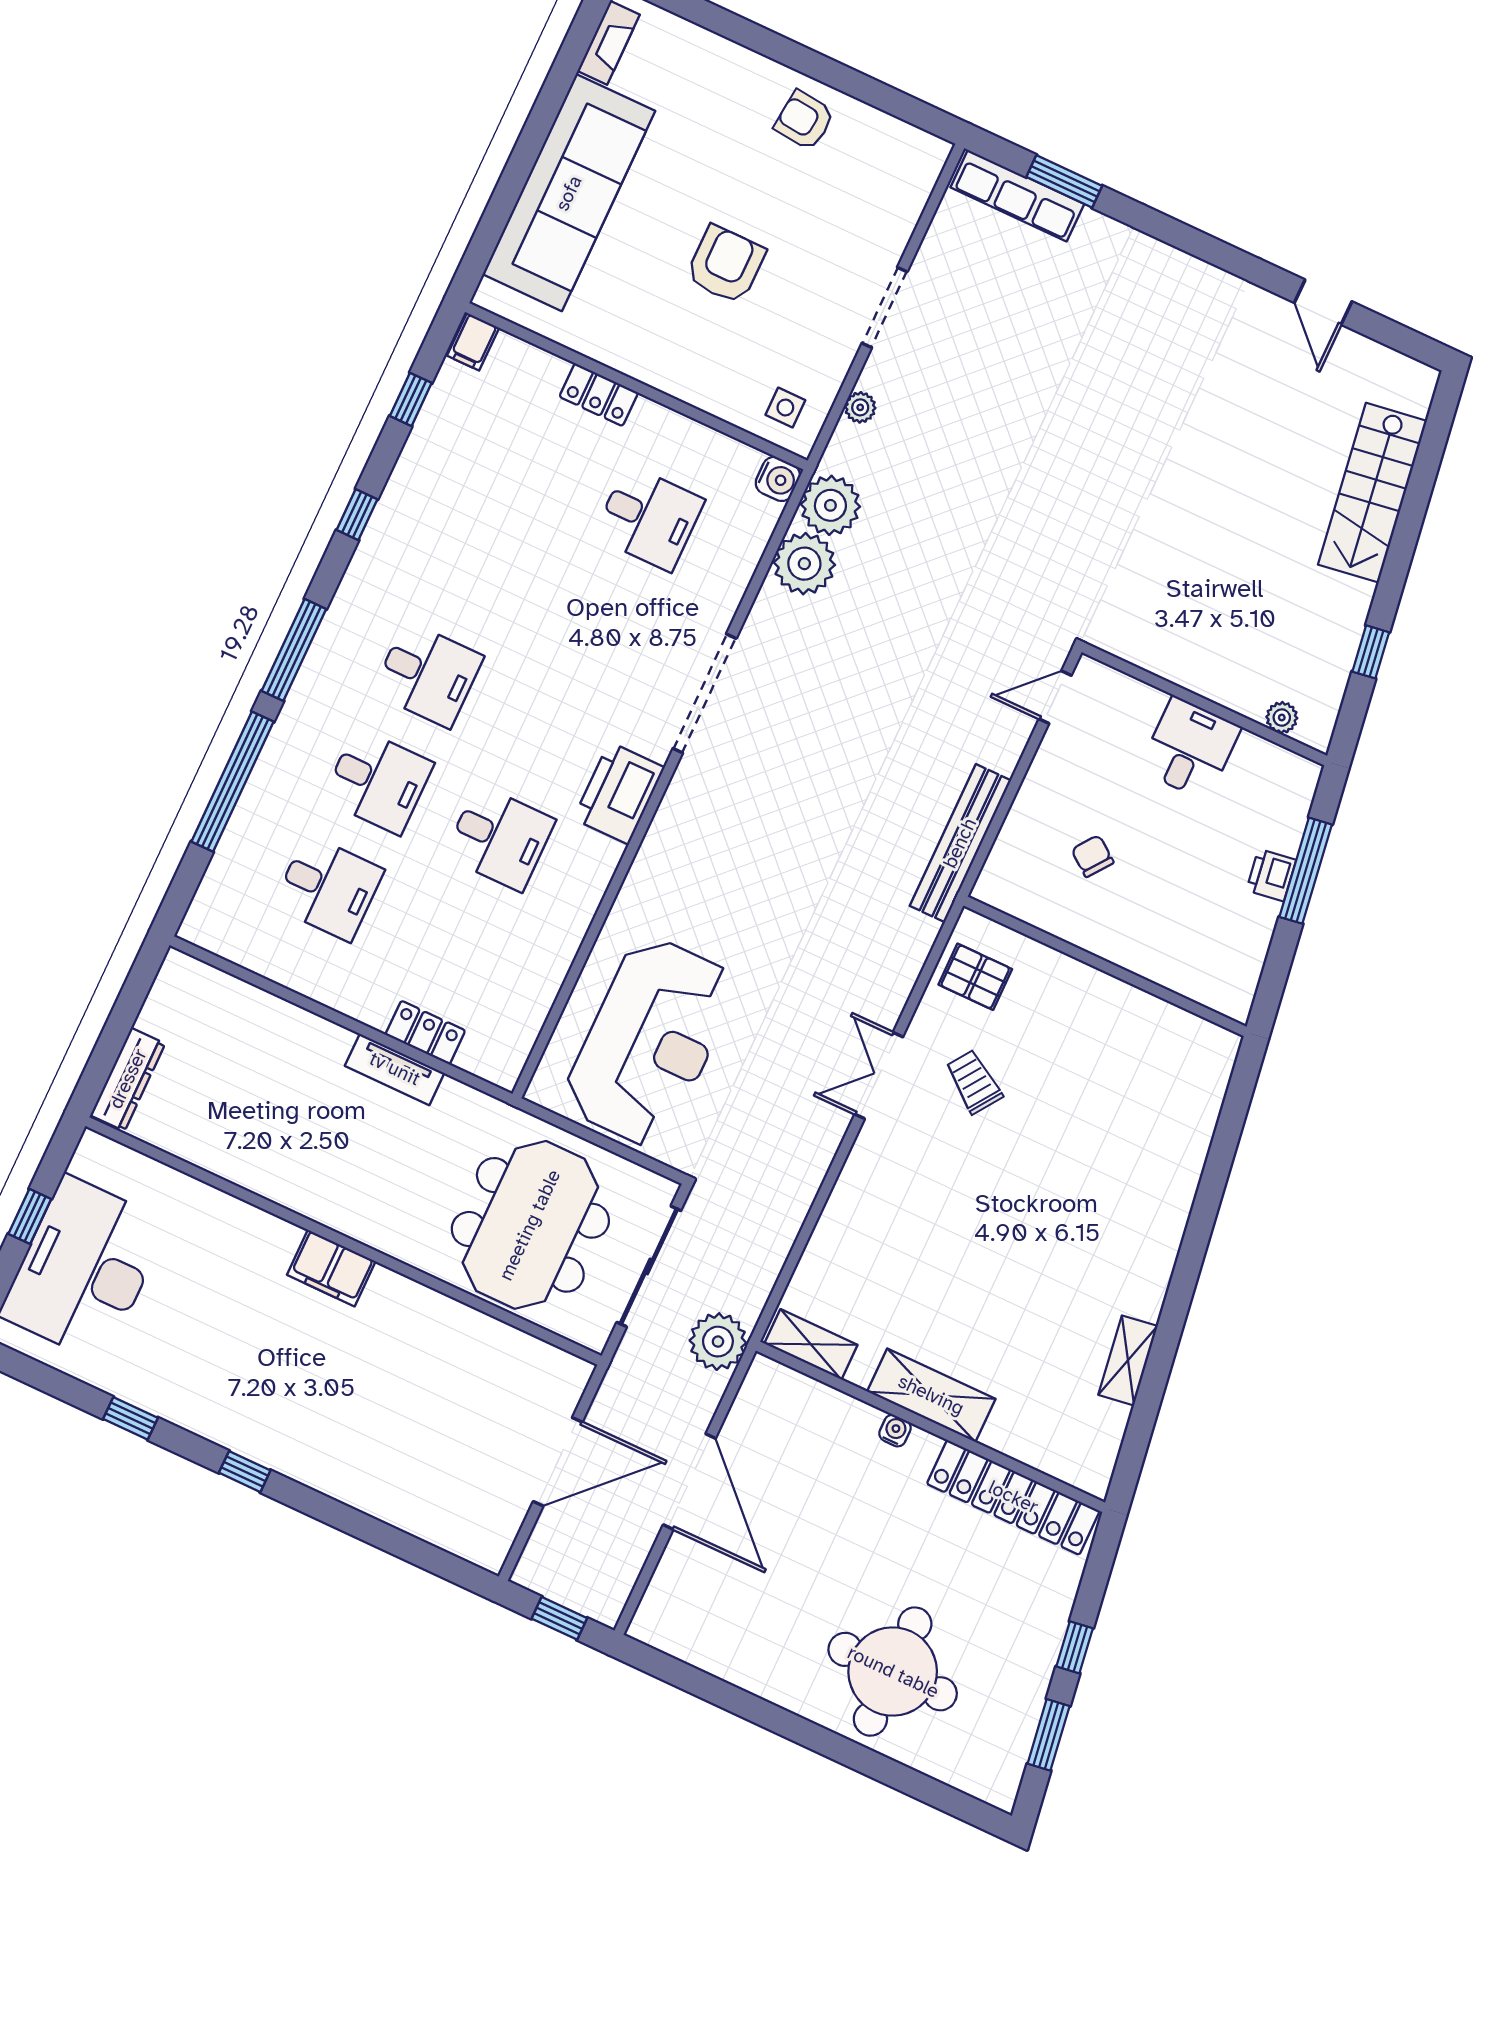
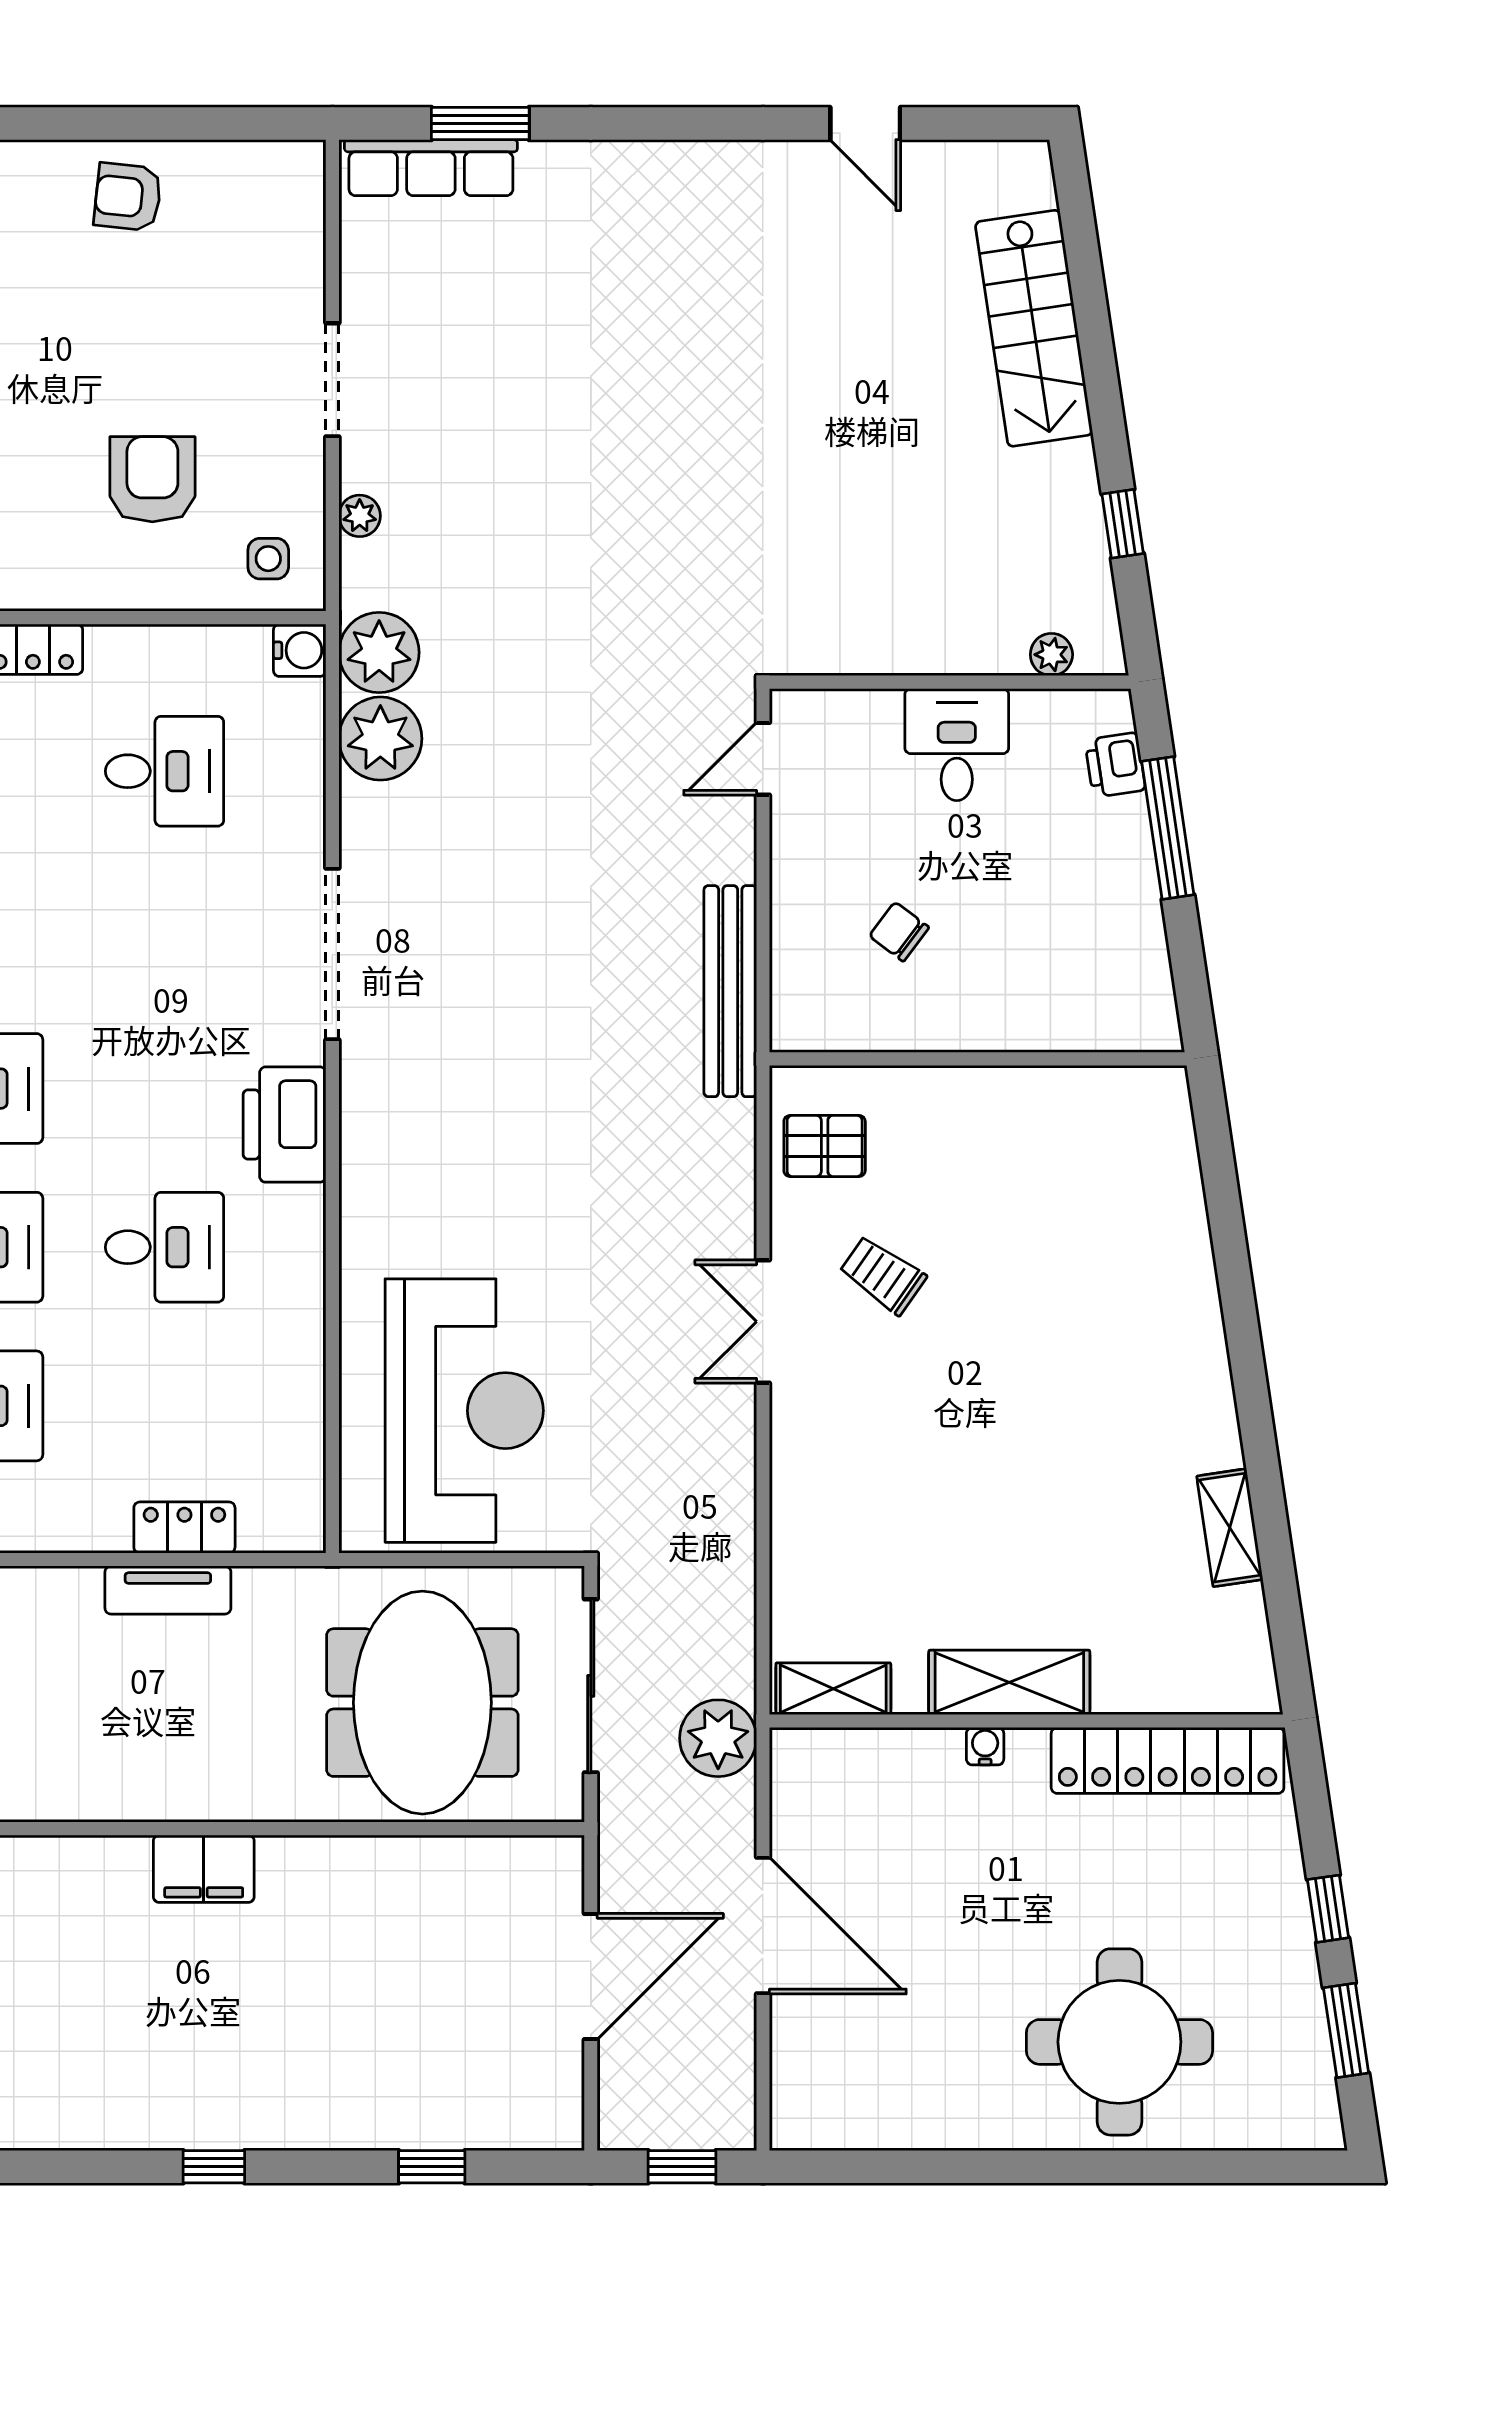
armchair: (726, 265) -> (152, 479), moved
printer: (1271, 875) -> (1115, 765), moved
window: (130, 1418) -> (432, 2167), moved

